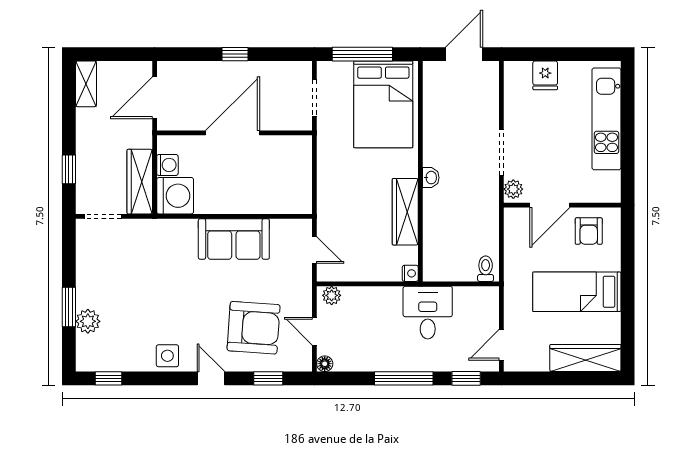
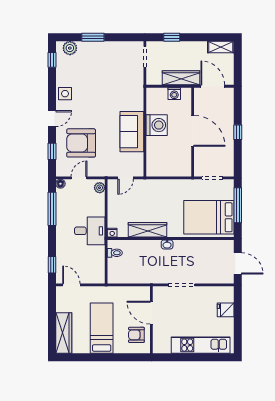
wardrobe: (140, 182) -> (181, 78), moved
plant: (513, 189) -> (160, 292), removed
washing machine: (175, 196) -> (157, 125), moved, turned -90
toilet: (486, 269) -> (115, 253), moved
desk: (428, 313) -> (90, 231), moved
plant: (88, 321) -> (70, 48), moved
armchair: (254, 328) -> (81, 143), turned 86
window: (404, 378) -> (52, 209), moved

